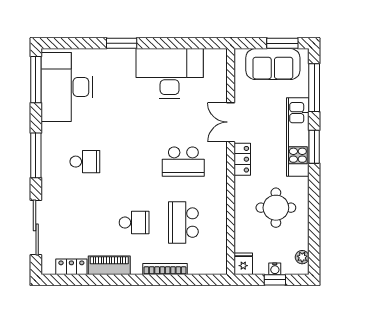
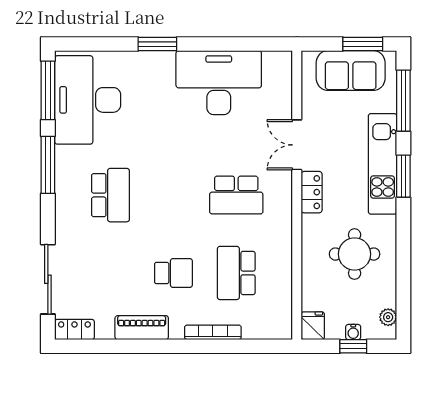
window: (36, 155) -> (48, 165), moved
school desk: (85, 162) -> (111, 195), width x1.85
locker: (71, 267) -> (74, 329), moved

